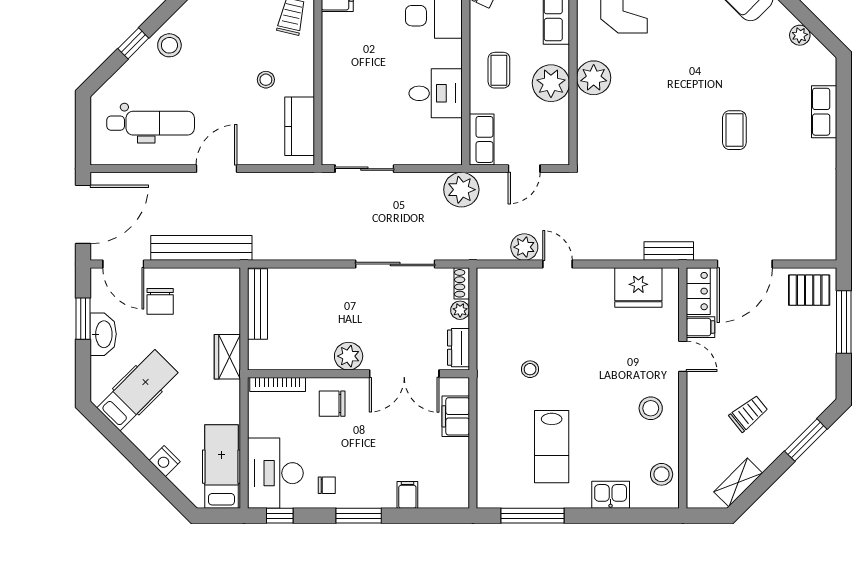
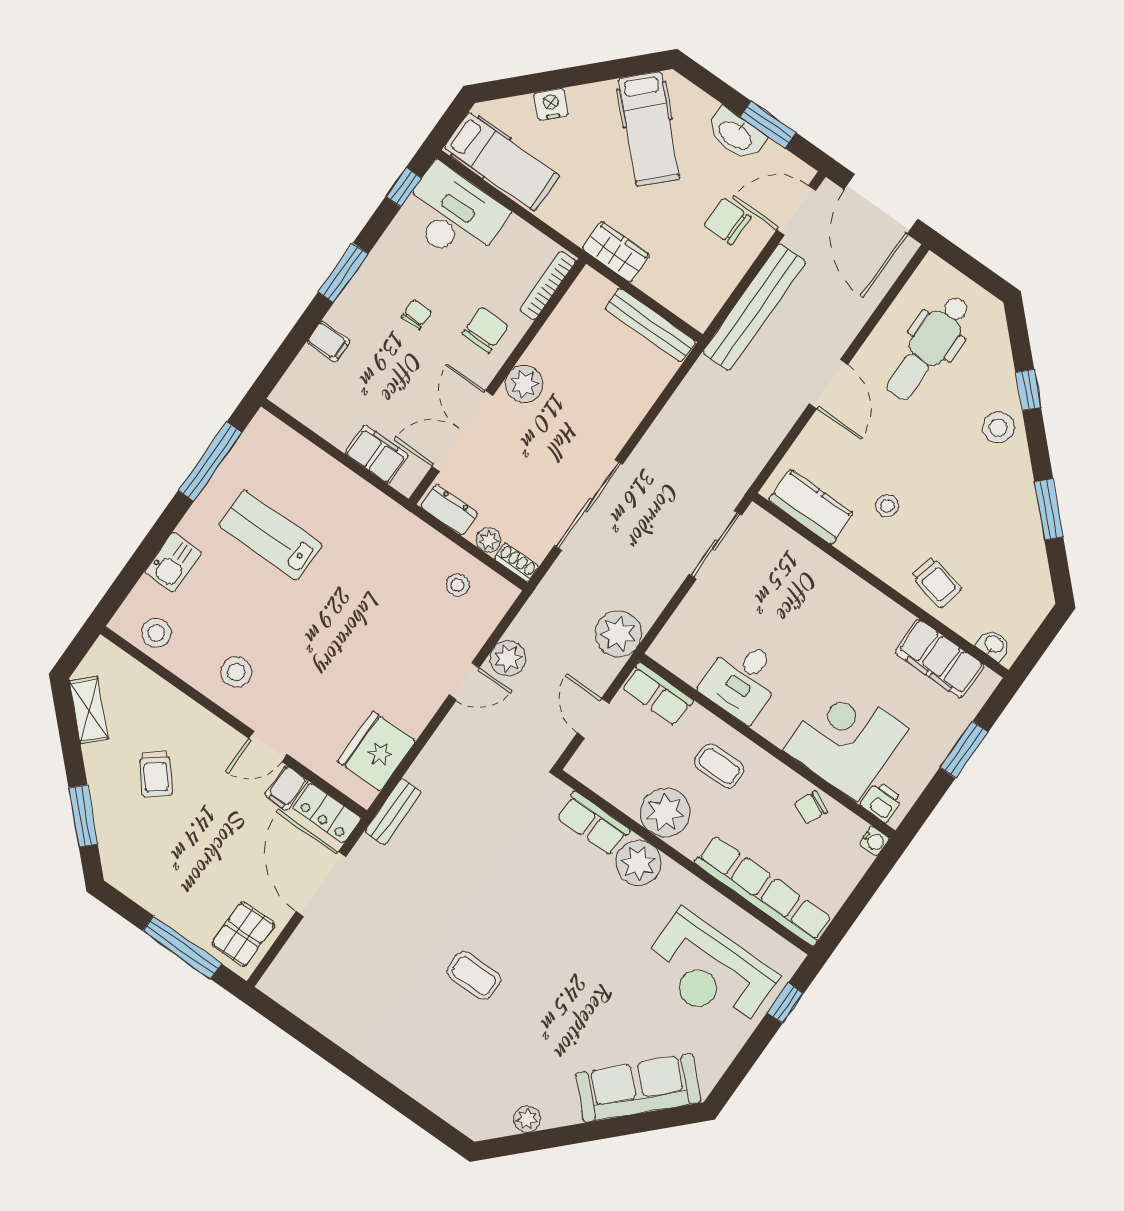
row of seats: (824, 112) -> (593, 824), moved, turned 180
stool: (530, 369) -> (458, 585), moved
chair: (327, 485) -> (417, 314), moved, turned 180

